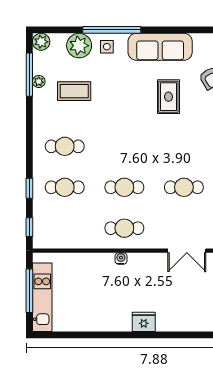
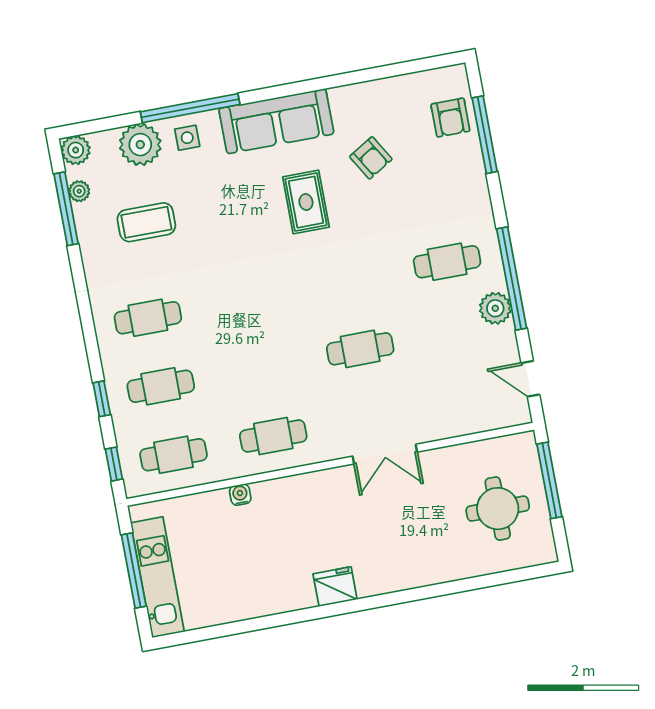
plant: (39, 81) -> (79, 191), moved
cafe table: (124, 187) -> (174, 455), moved
water cooler: (121, 258) -> (240, 495), moved

